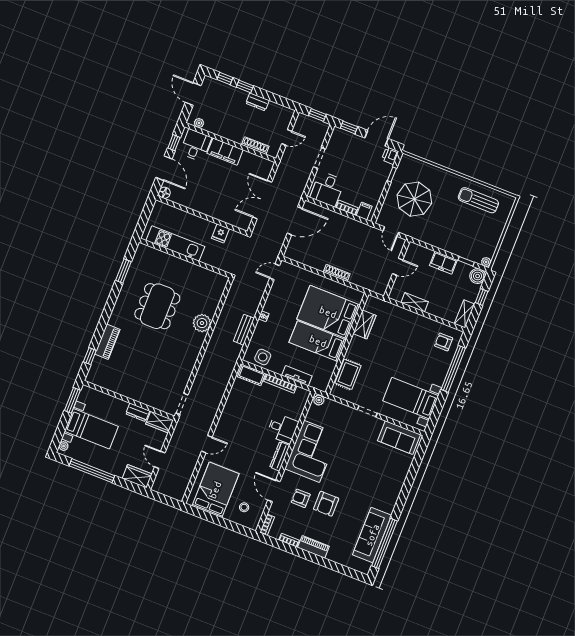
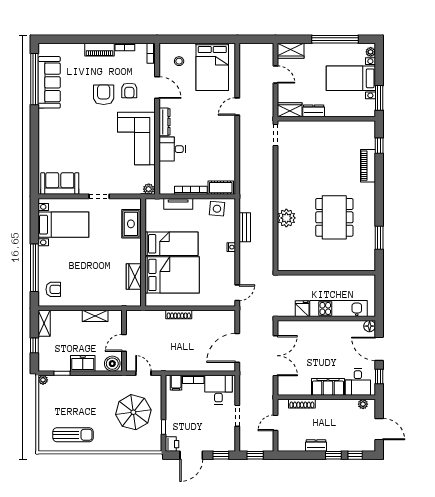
kitchen unit: (175, 243) -> (338, 308), moved, turned 180
boiler: (478, 276) -> (112, 364), moved
armchair: (301, 498) -> (129, 90), turned 90

